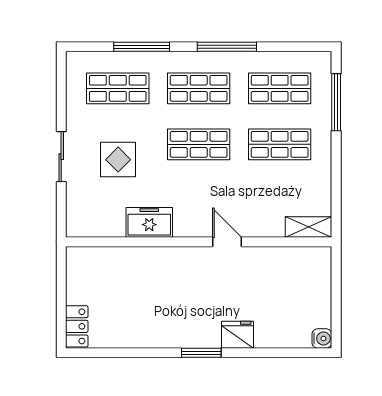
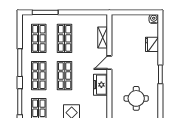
freezer: (149, 222) -> (100, 85), moved
shelving: (309, 227) -> (103, 38), moved
round table: (149, 300) -> (136, 98), added
fridge: (237, 335) -> (152, 44), moved

